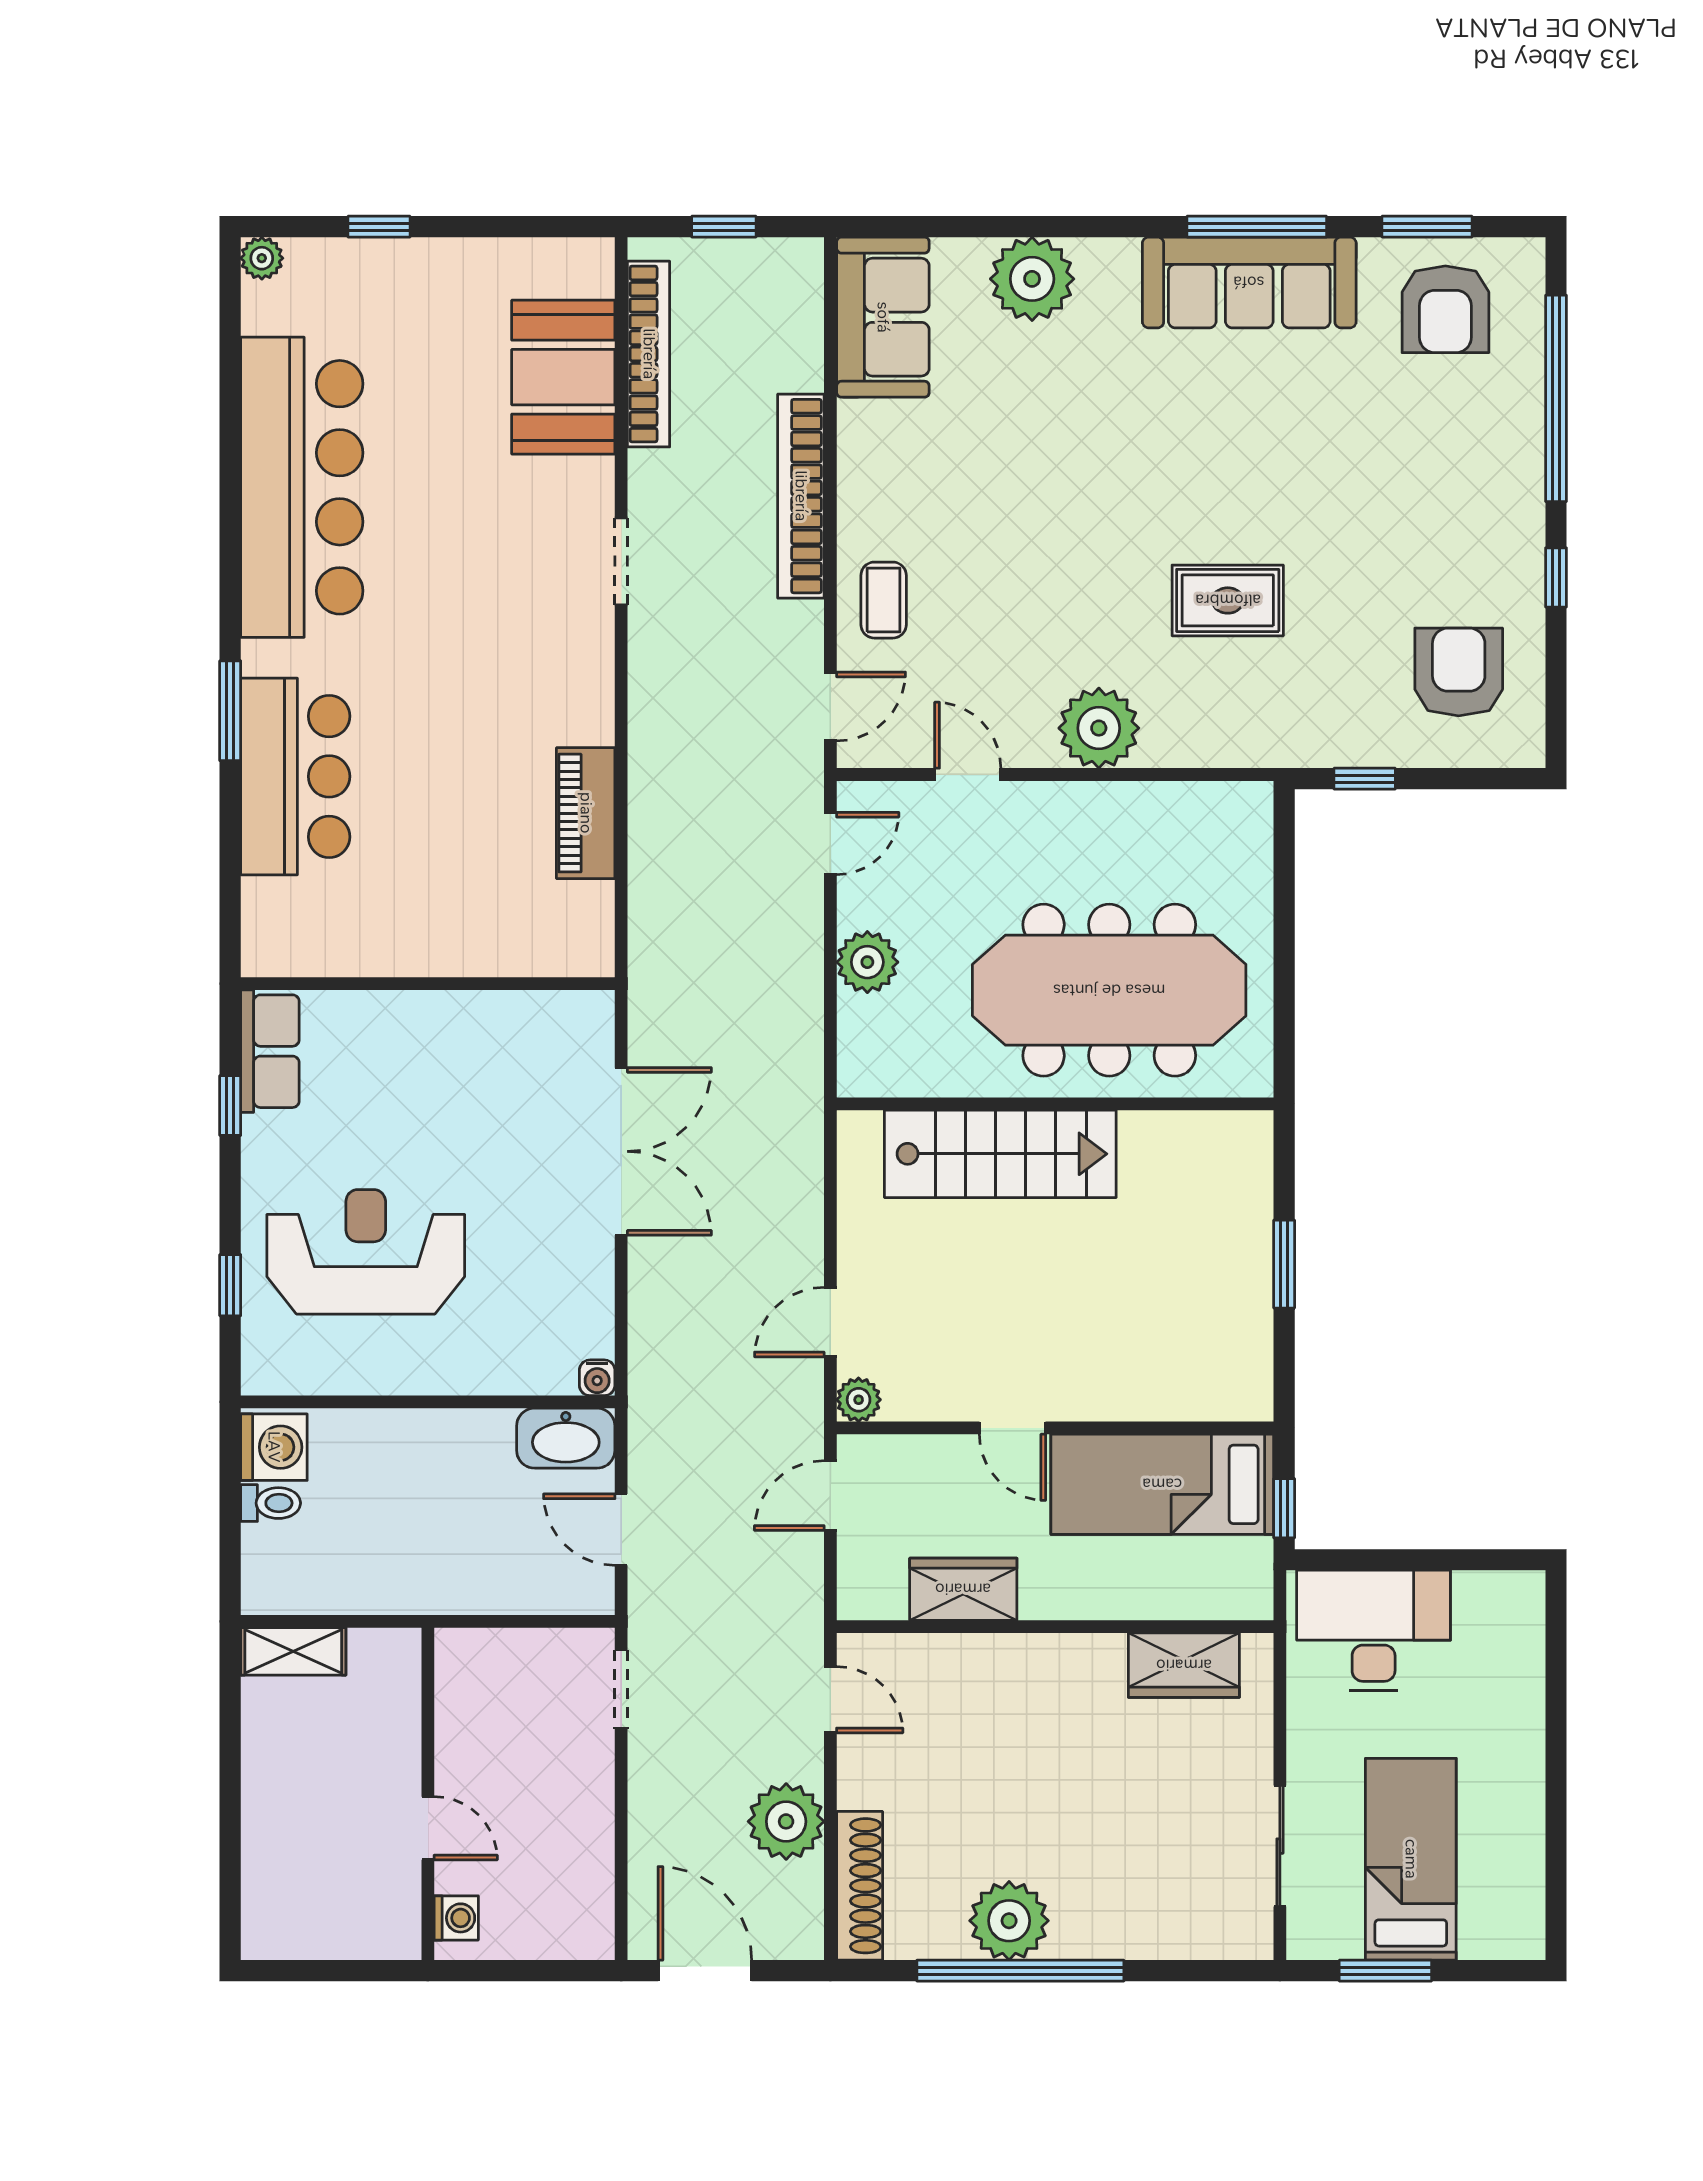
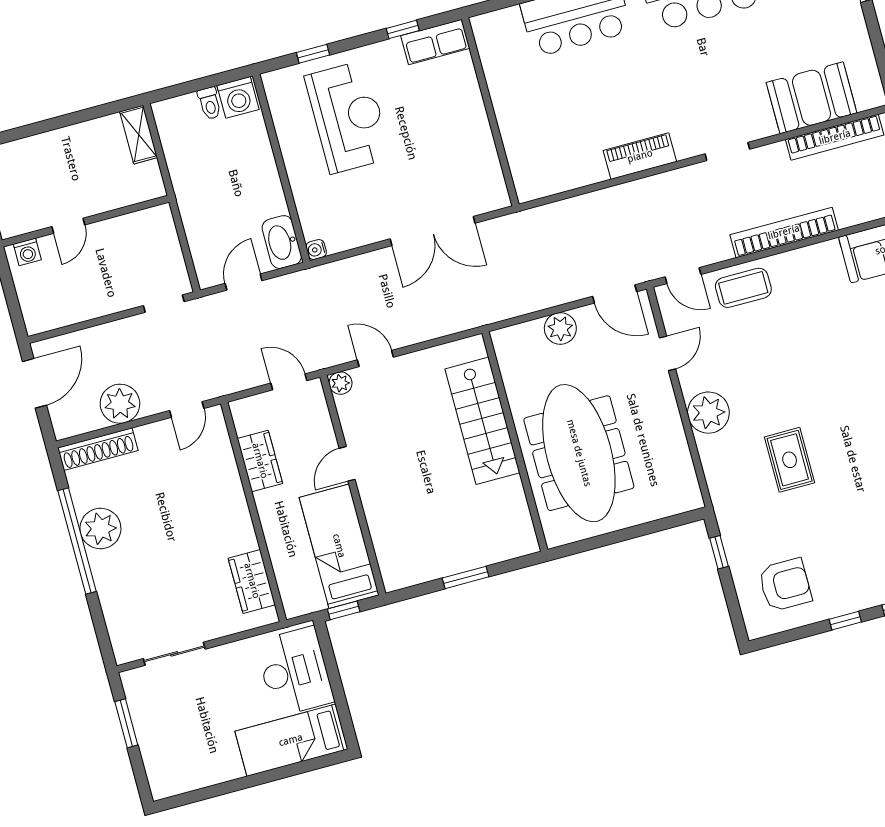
coffee table: (884, 600) -> (743, 288), width x1.36, depth x1.30
piano: (586, 813) -> (640, 156), moved
door: (830, 843) -> (615, 294), width x1.38
bed: (1411, 1859) -> (291, 740), moved, turned 180

